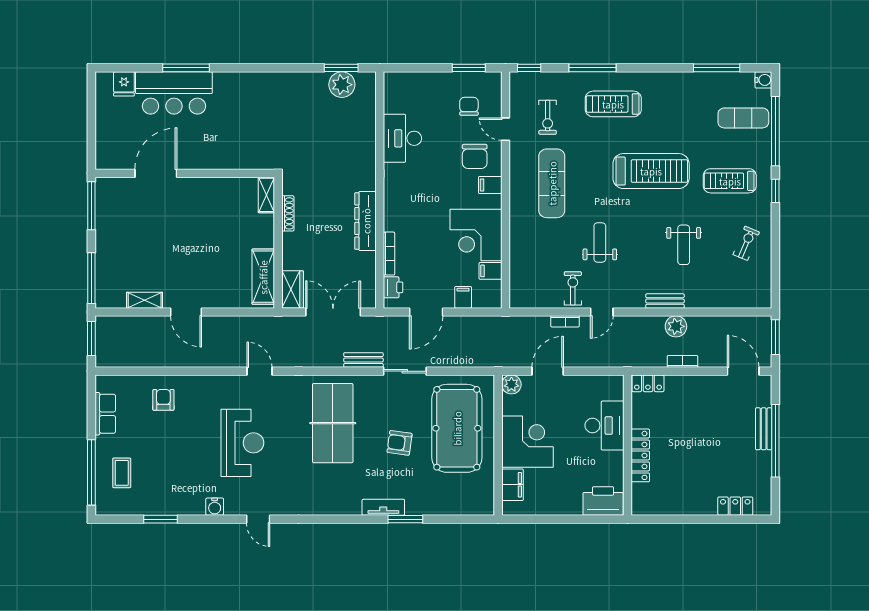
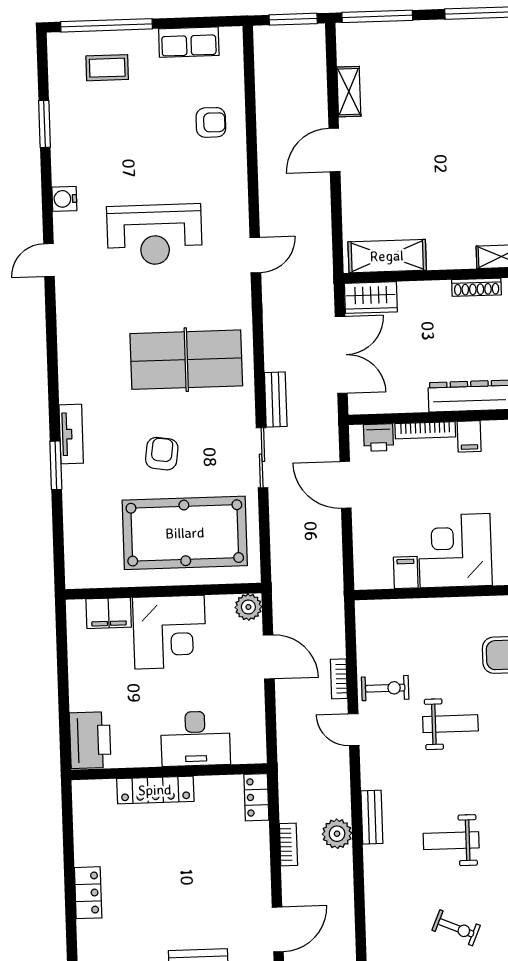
filing cabinet: (463, 297) -> (469, 436), moved, turned 90
locker: (735, 506) -> (88, 893), moved

